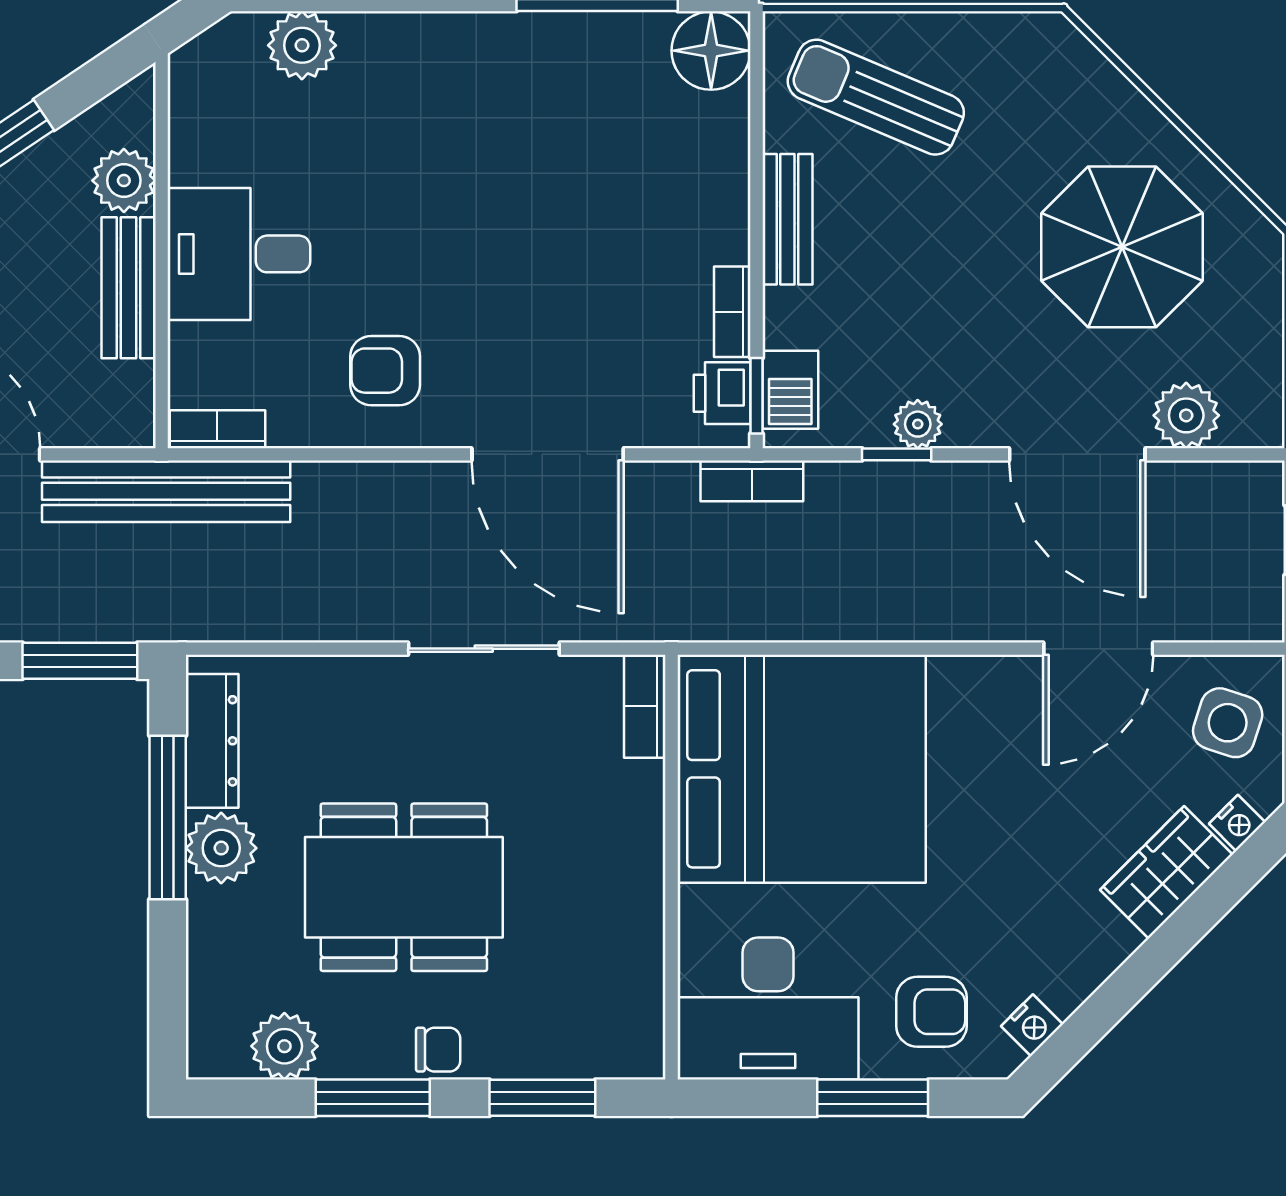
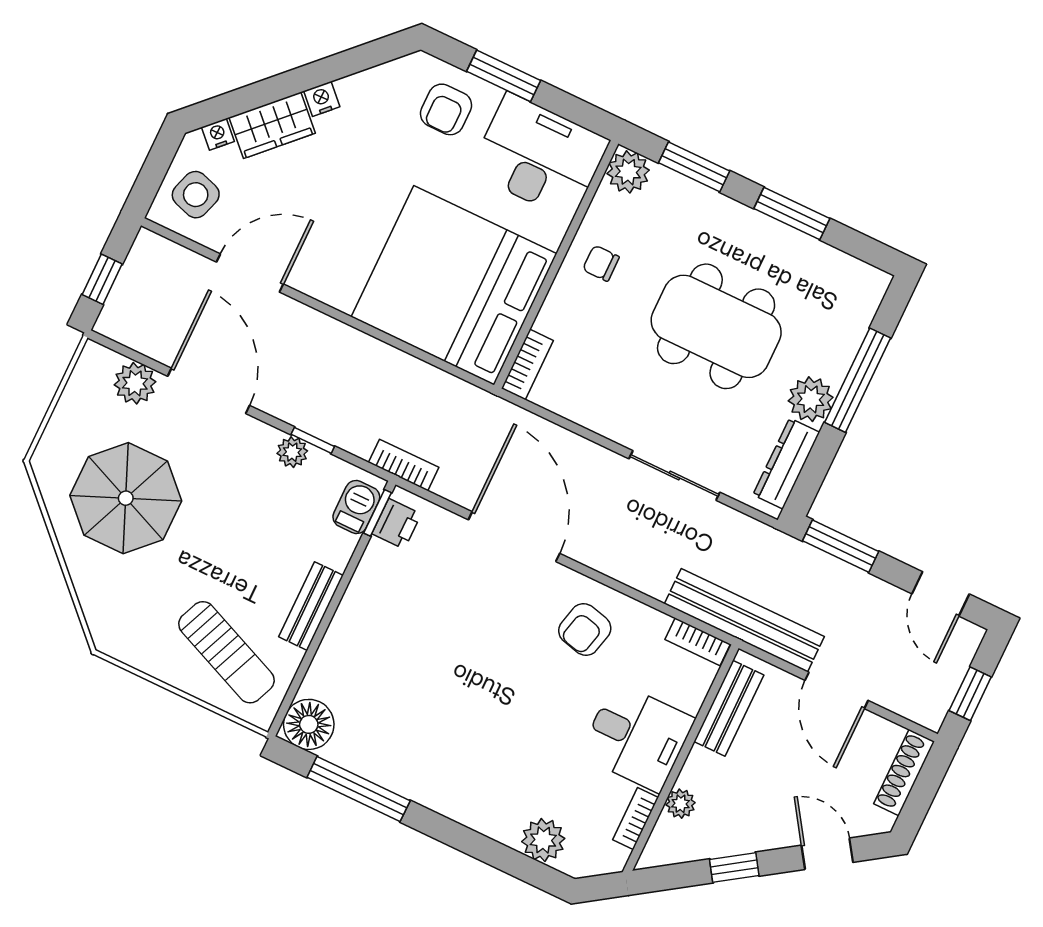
plant: (124, 181) -> (681, 804), width x0.73, depth x0.73
bench: (129, 288) -> (729, 708), moved
bookcase: (732, 312) -> (636, 819), moved, turned 180
armchair: (385, 371) -> (585, 629), turned 104
sliding door: (484, 649) -> (674, 475), moved
window: (168, 817) -> (858, 380), moved
armchair: (931, 1012) -> (446, 109), turned -90
nightstand: (1032, 1025) -> (322, 99), moved
plant: (284, 1046) -> (628, 172), moved
chair: (438, 1050) -> (601, 263), moved

